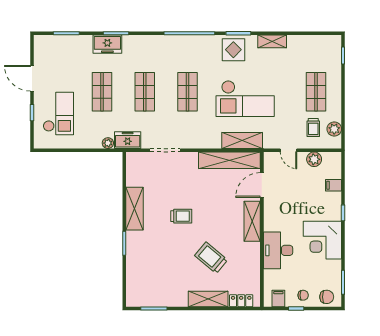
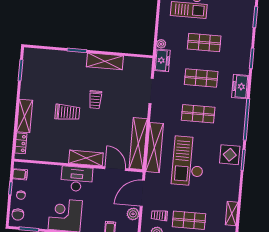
shelving: (272, 41) -> (232, 214), moved
freezer: (107, 44) -> (240, 86), moved
shelving: (242, 140) -> (154, 148), width x1.47
door: (289, 150) -> (142, 193), width x1.87
desk: (278, 250) -> (77, 179), moved
trolley: (211, 258) -> (67, 112), moved, turned 50

